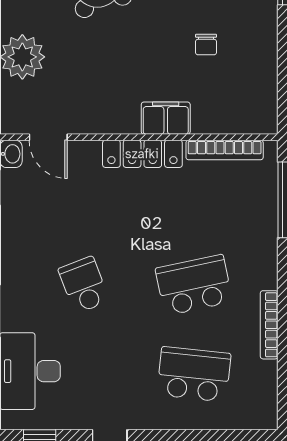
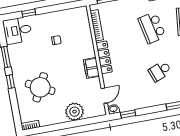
filing cabinet: (166, 118) -> (91, 68), moved

